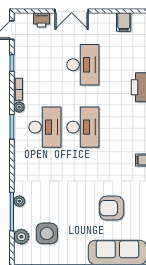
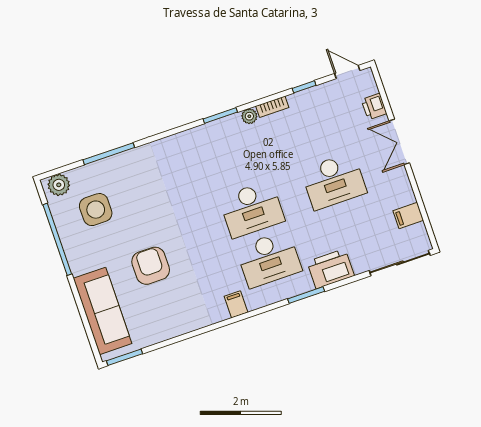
desk: (45, 127) -> (269, 259), moved
plant: (19, 201) -> (126, 159), removed
armchair: (112, 208) -> (151, 266), moved
plant: (21, 237) -> (59, 185), moved

